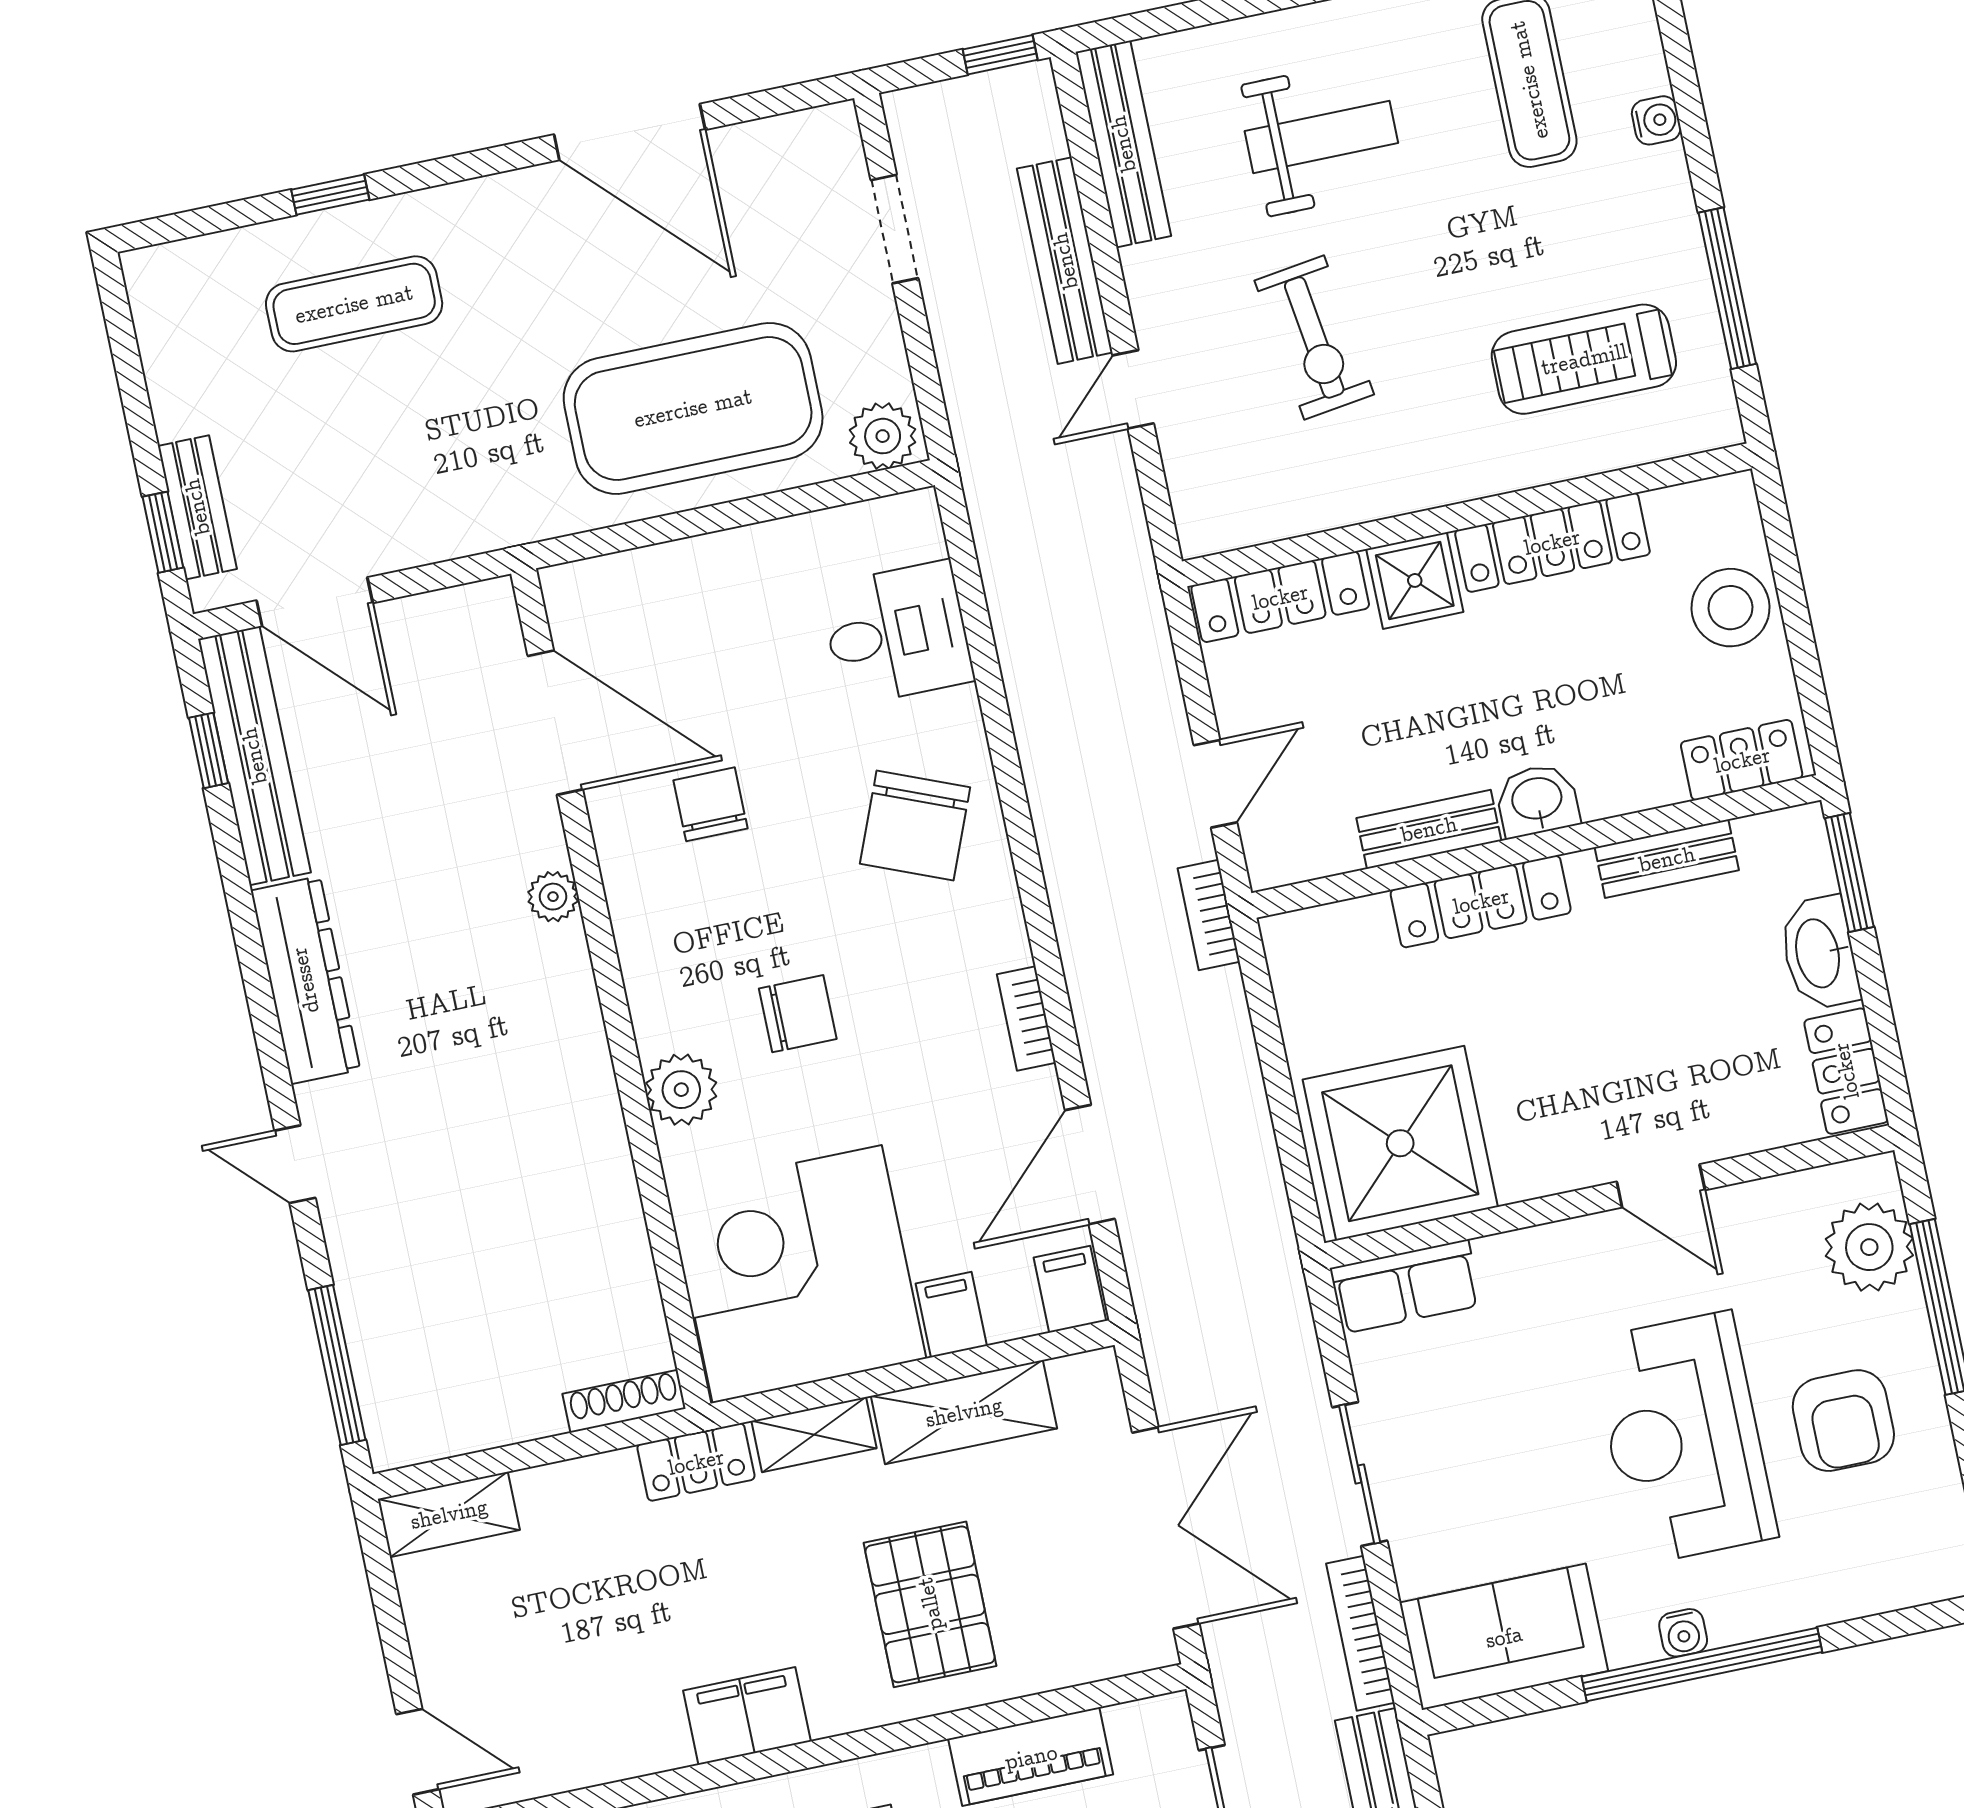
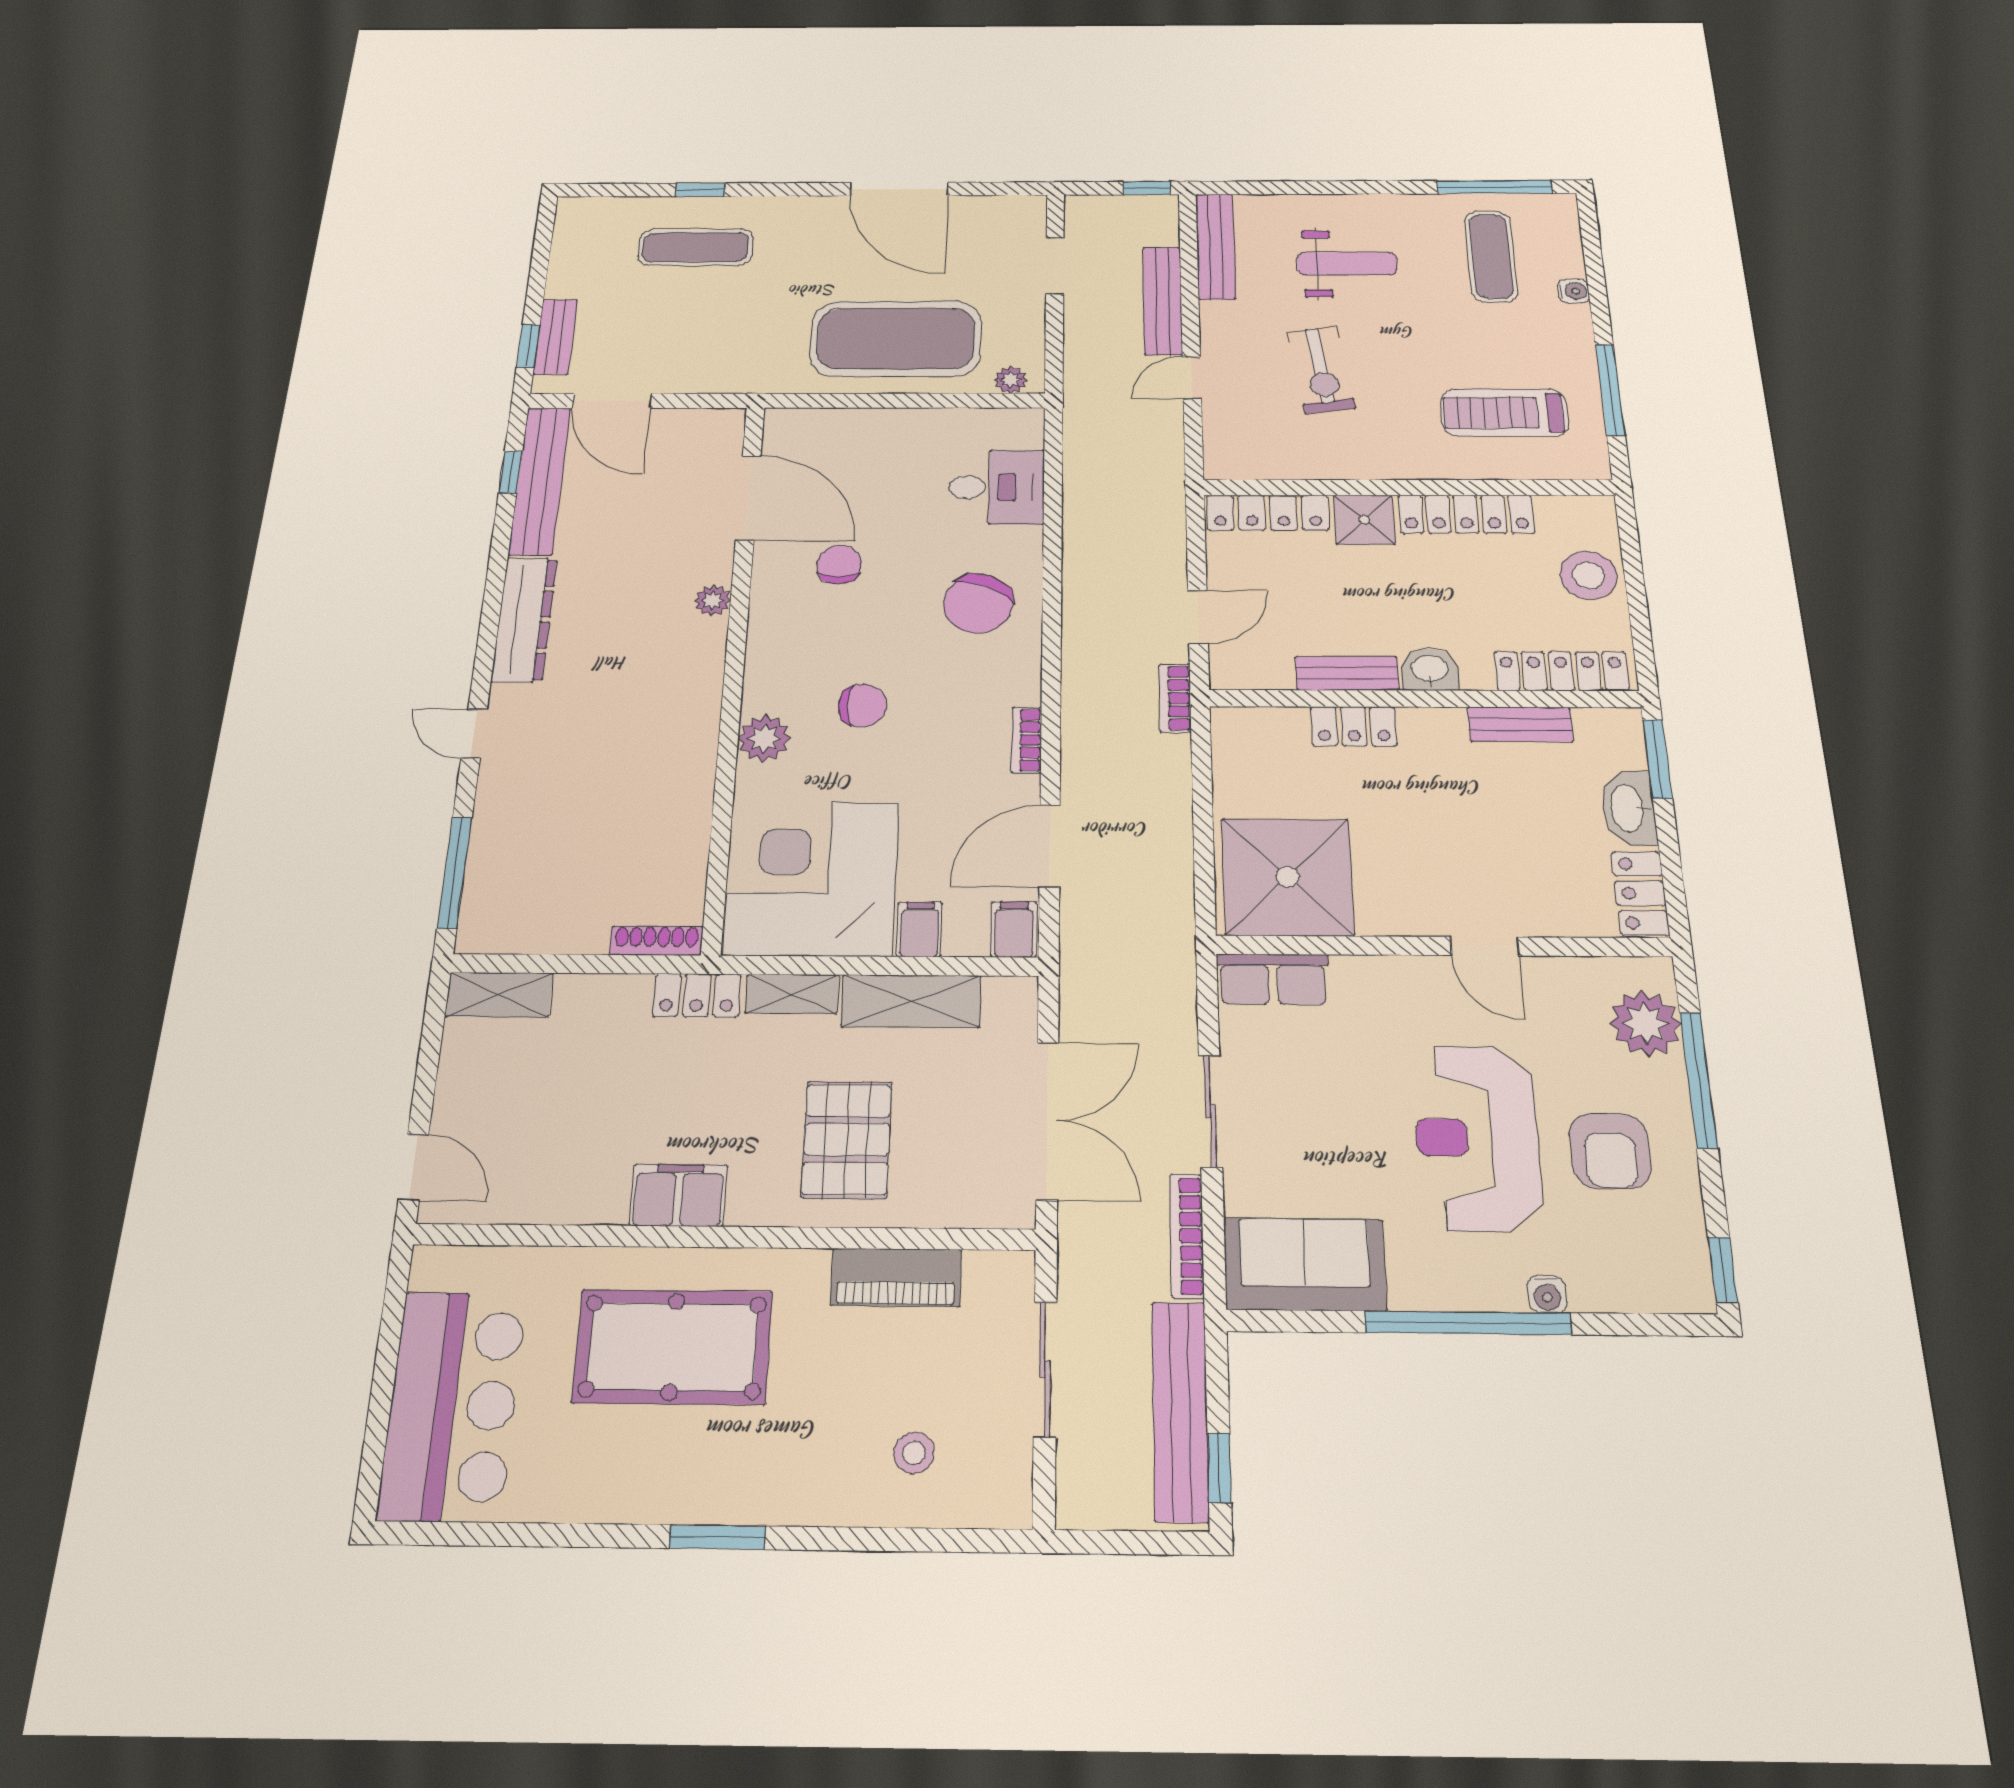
plant: (883, 436) -> (1011, 380), width x0.73, depth x0.73
locker: (1742, 760) -> (1561, 671), width x1.53
locker: (1481, 901) -> (1354, 726), width x0.66
water cooler: (1683, 1633) -> (1547, 1294), moved

